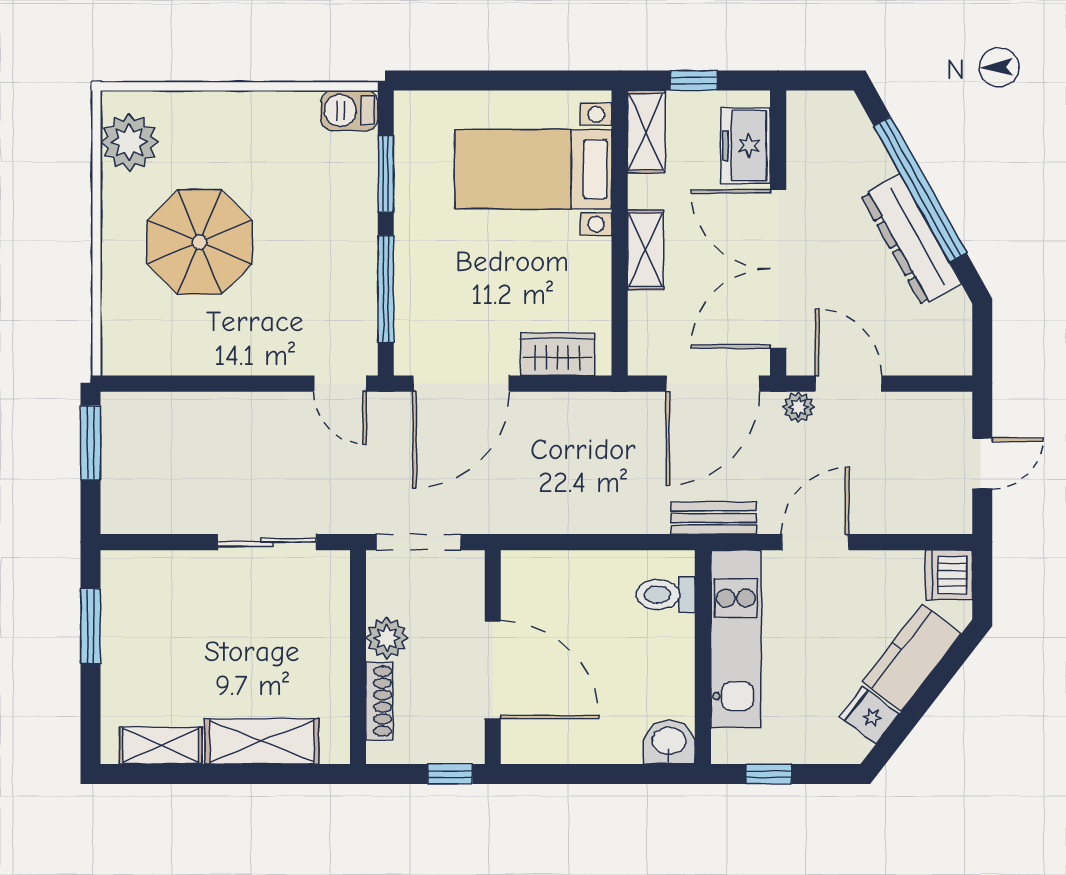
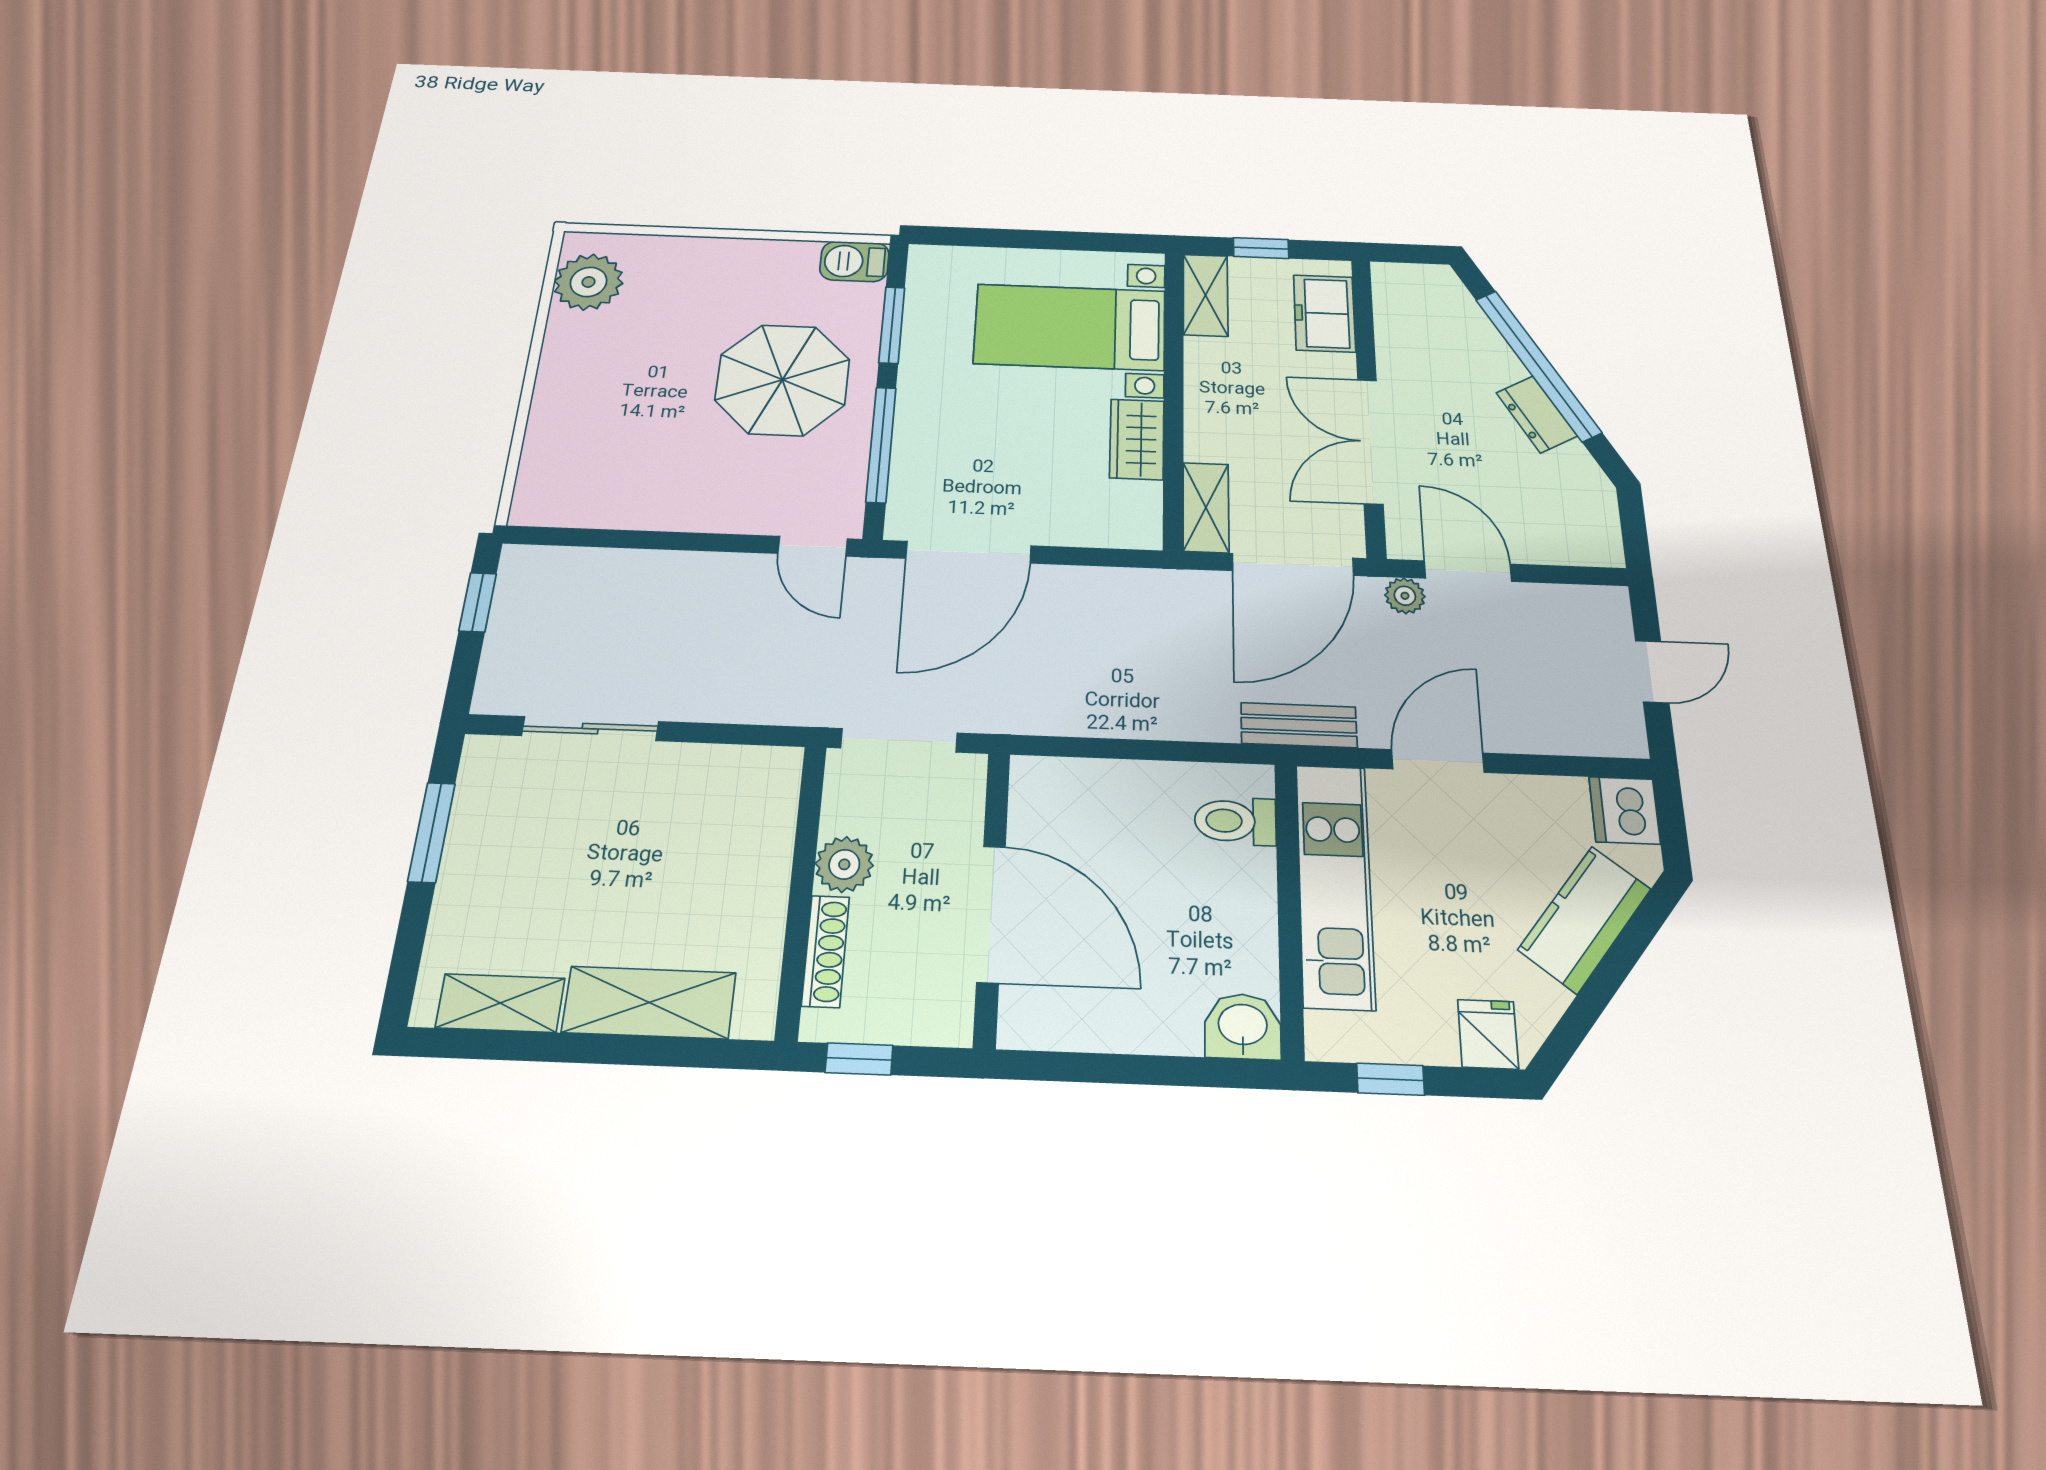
dresser: (911, 240) -> (1537, 414), width x0.51, depth x0.80
parasol: (199, 242) -> (782, 380), moved
shelving: (646, 250) -> (1206, 507), moved
double door: (778, 269) -> (1370, 441), width x0.73
wardrobe: (557, 354) -> (1137, 439), moved, turned -90
window: (91, 443) -> (478, 602), width x0.67
sliding door: (267, 542) -> (590, 729), moved
fridge: (869, 715) -> (1488, 1034), moved, turned 52
window: (450, 774) -> (859, 1059), moved

